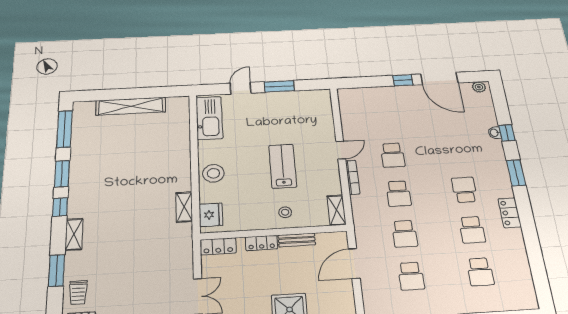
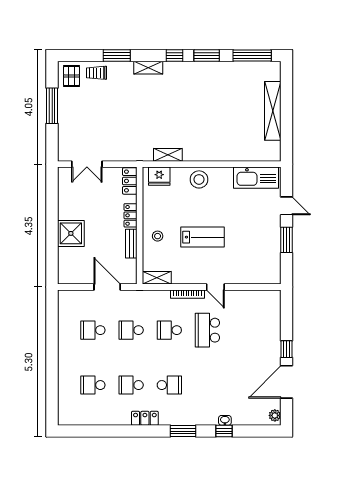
school desk: (393, 155) -> (207, 330), width x1.85

